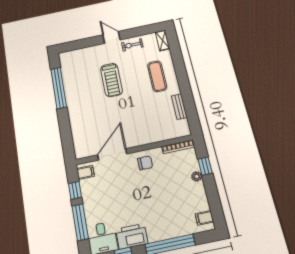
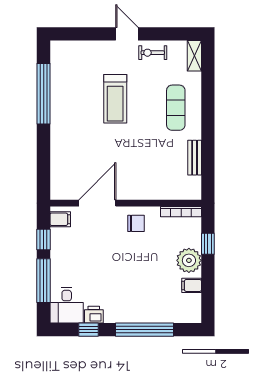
plant: (197, 176) -> (189, 260), width x1.88, depth x1.88
filing cabinet: (204, 218) -> (192, 285), moved
printer: (132, 236) -> (94, 315), width x0.53, depth x0.68

